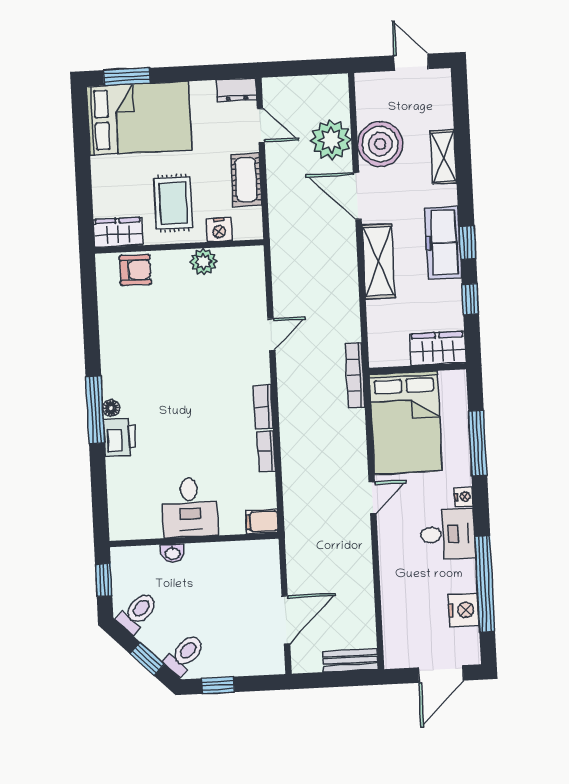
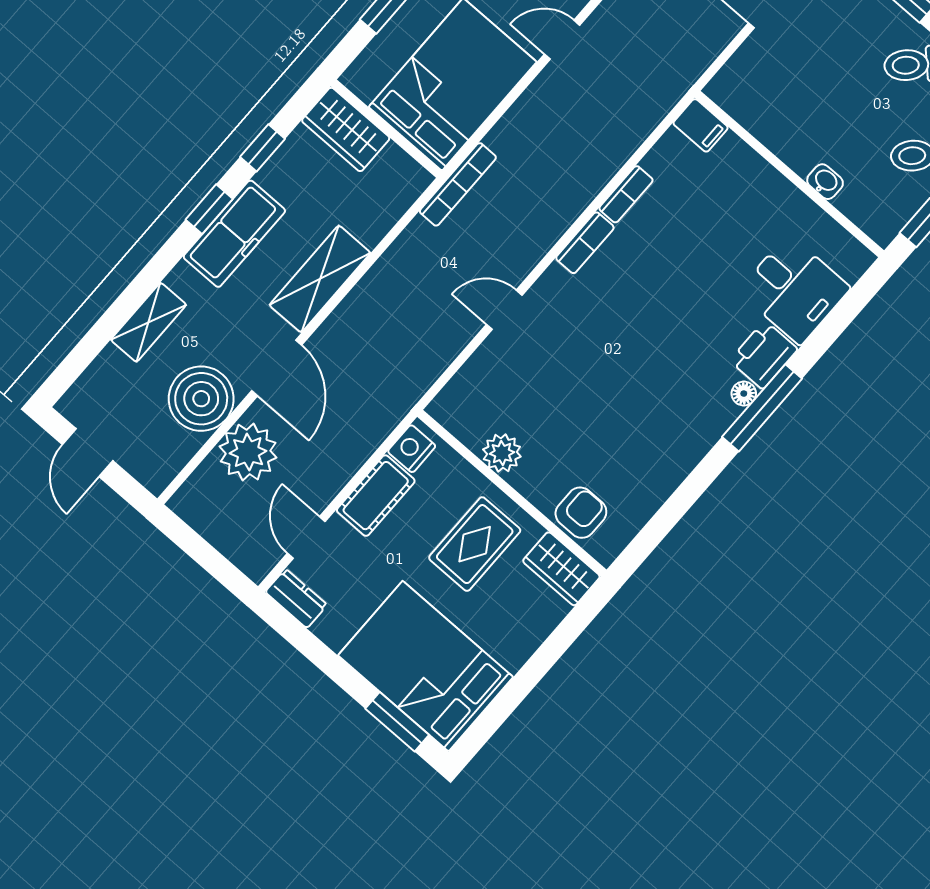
nightstand: (219, 230) -> (412, 449), moved, turned -90
armchair: (135, 270) -> (581, 513), turned 90
desk: (190, 508) -> (794, 290), moved, turned 90

